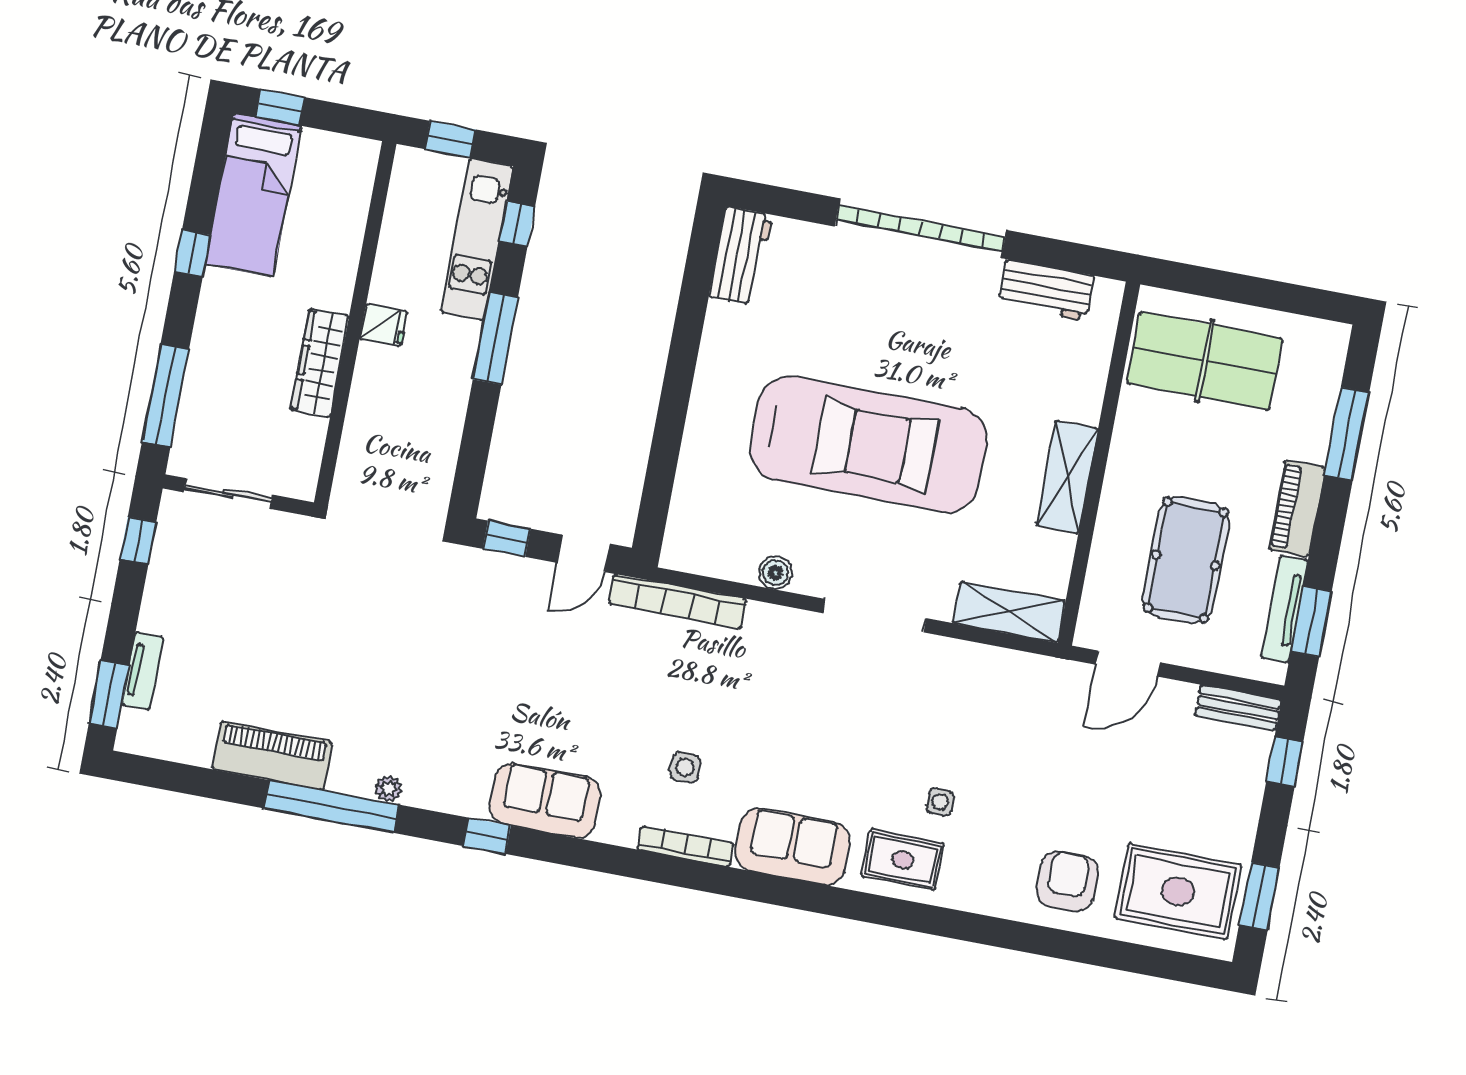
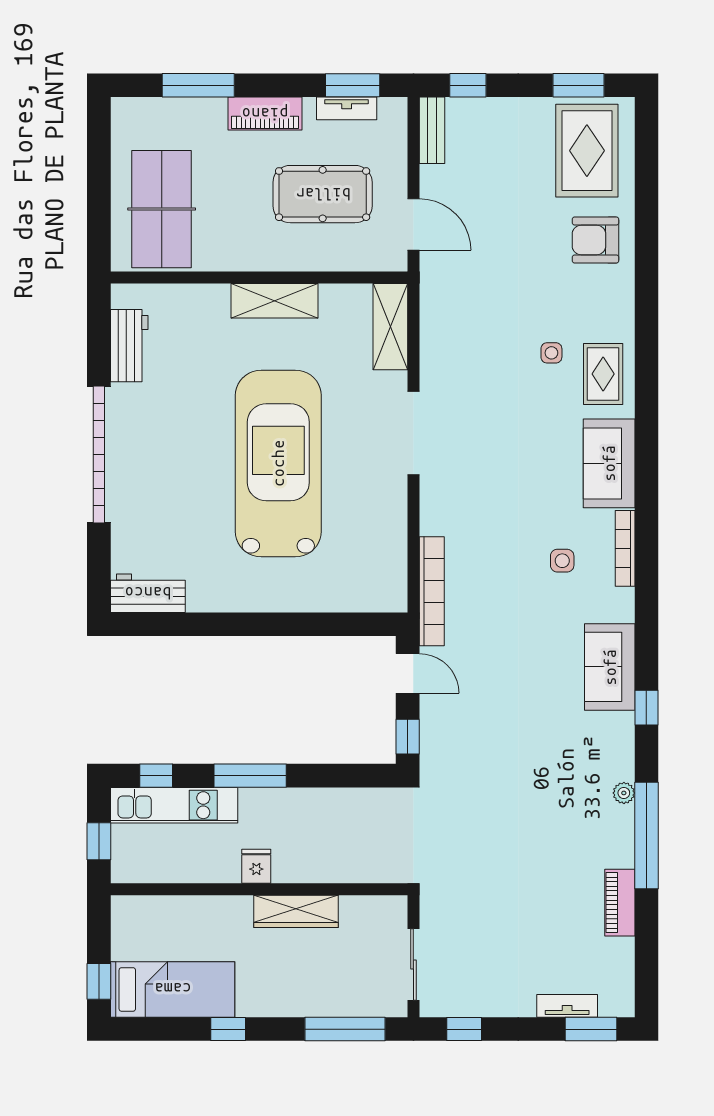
boiler: (775, 573) -> (394, 518), removed
tv unit: (1284, 609) -> (347, 108), width x0.71
piano: (272, 756) -> (620, 903), width x0.73, depth x0.75

